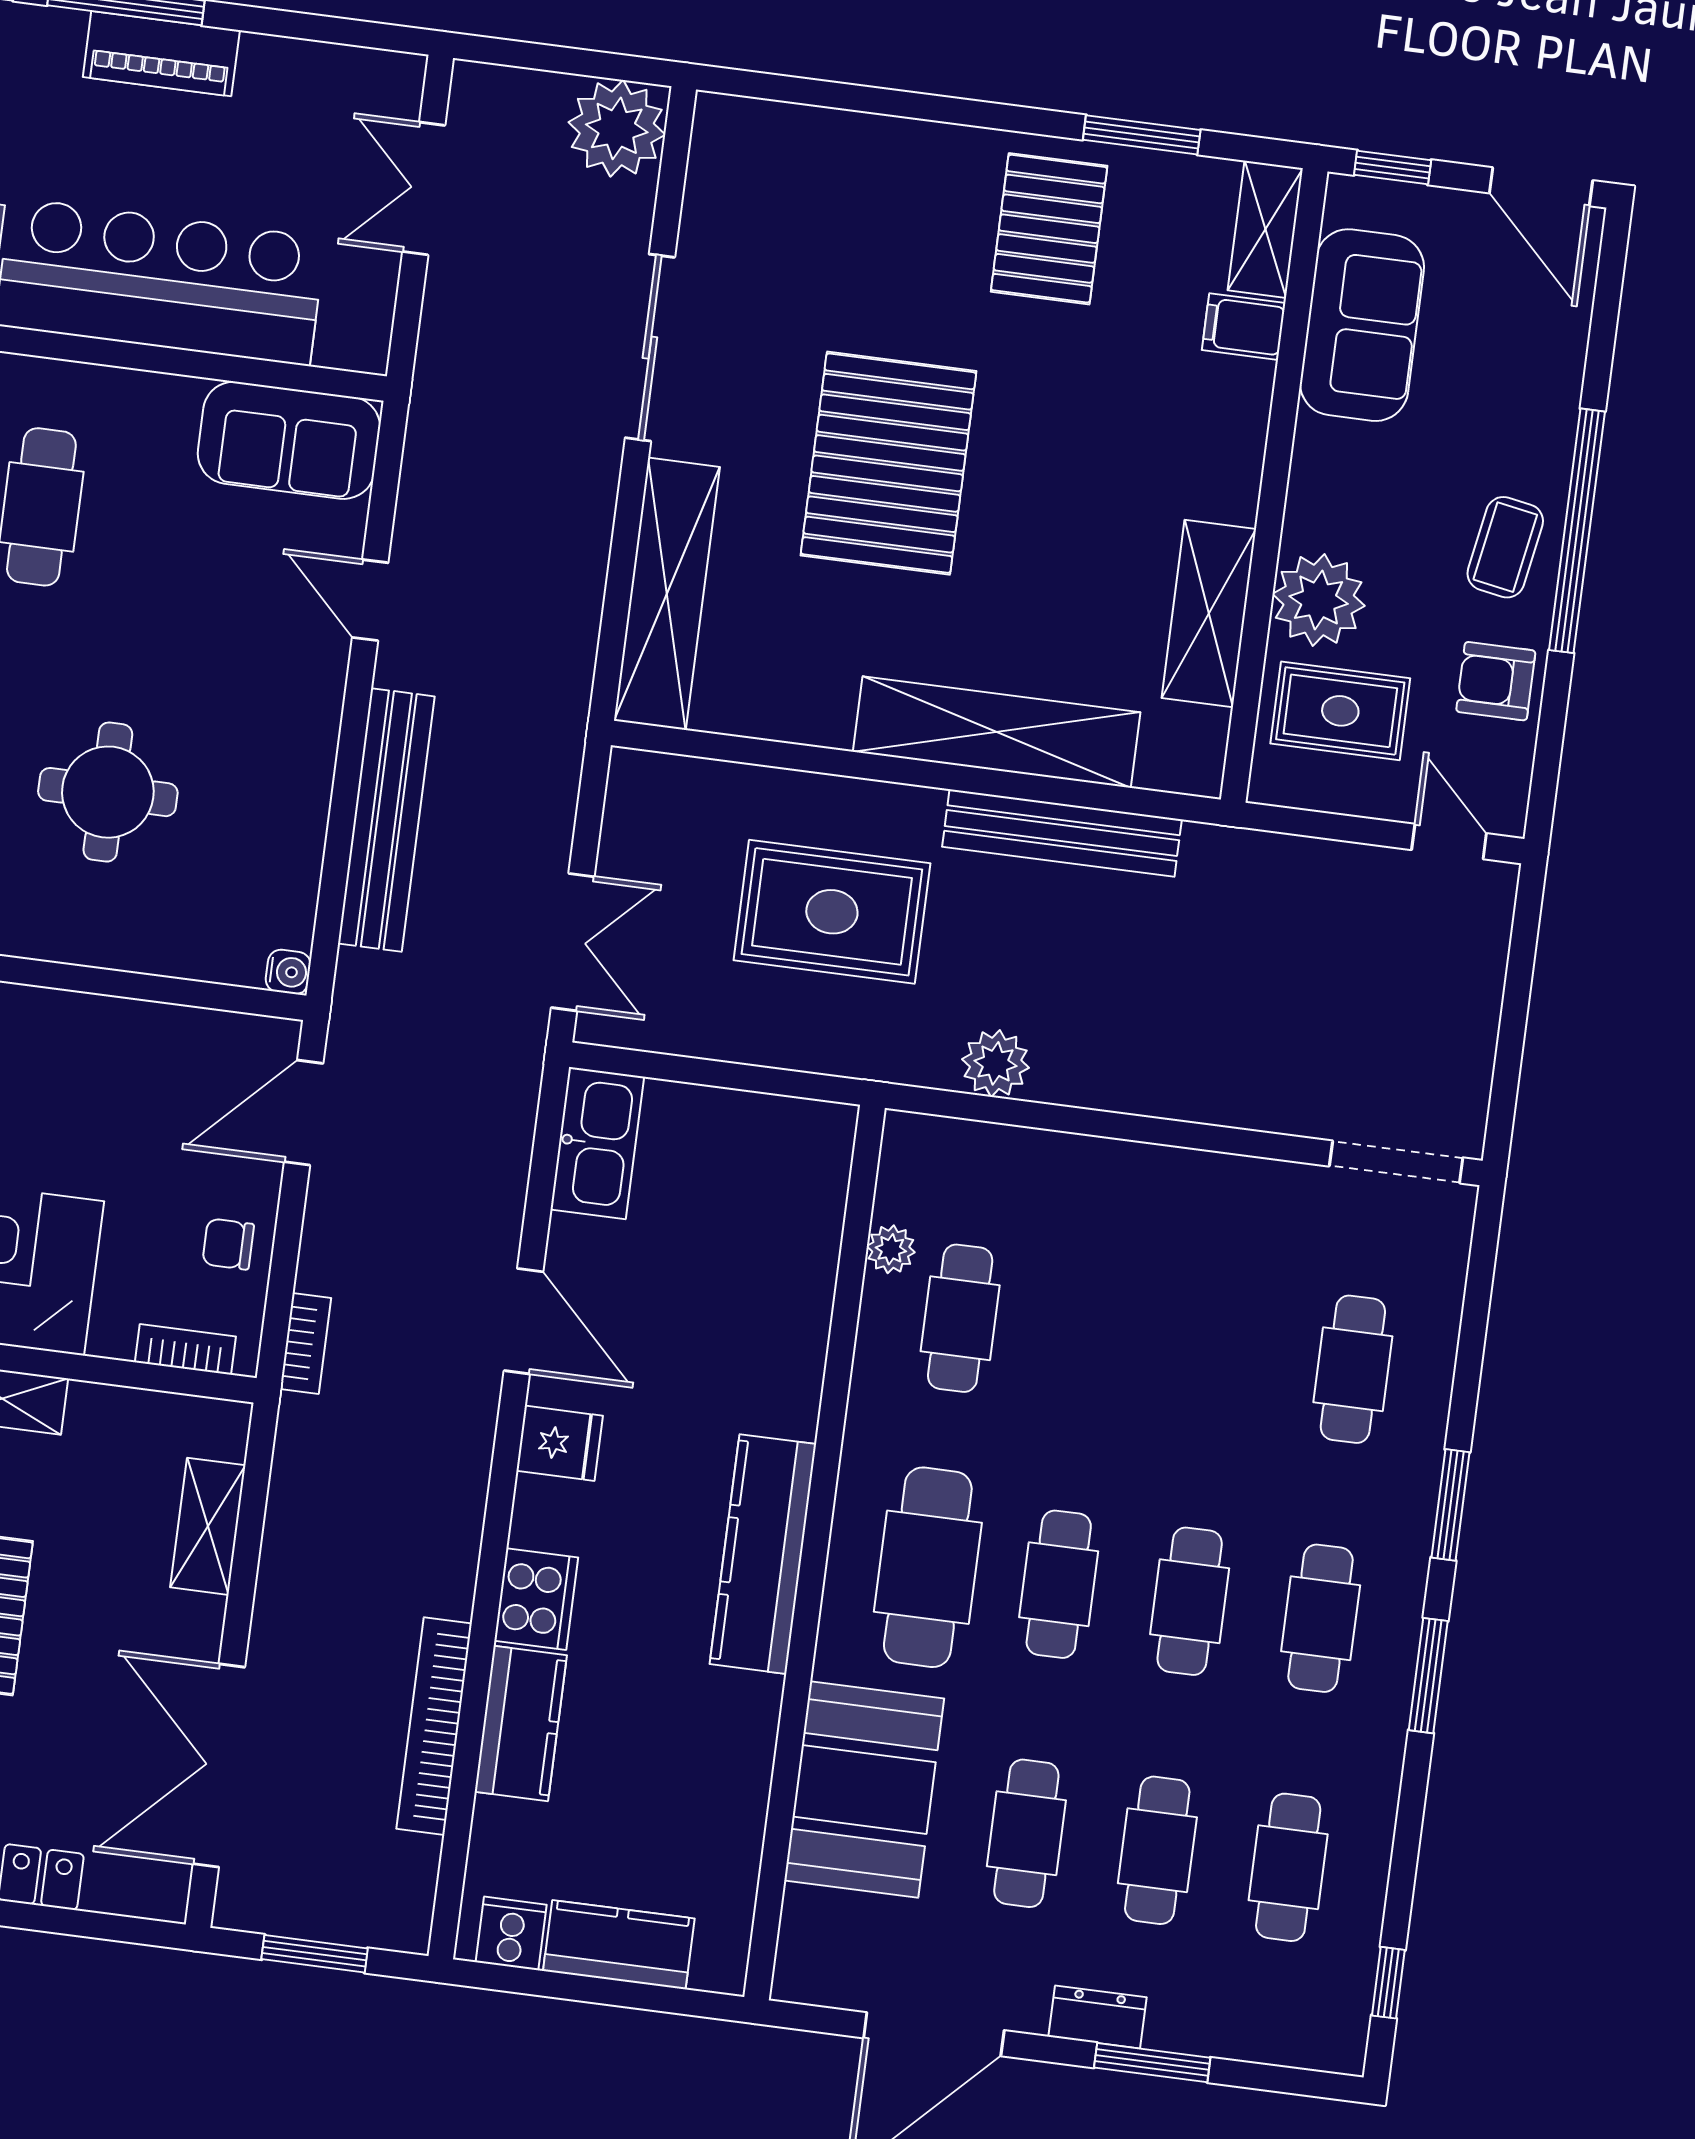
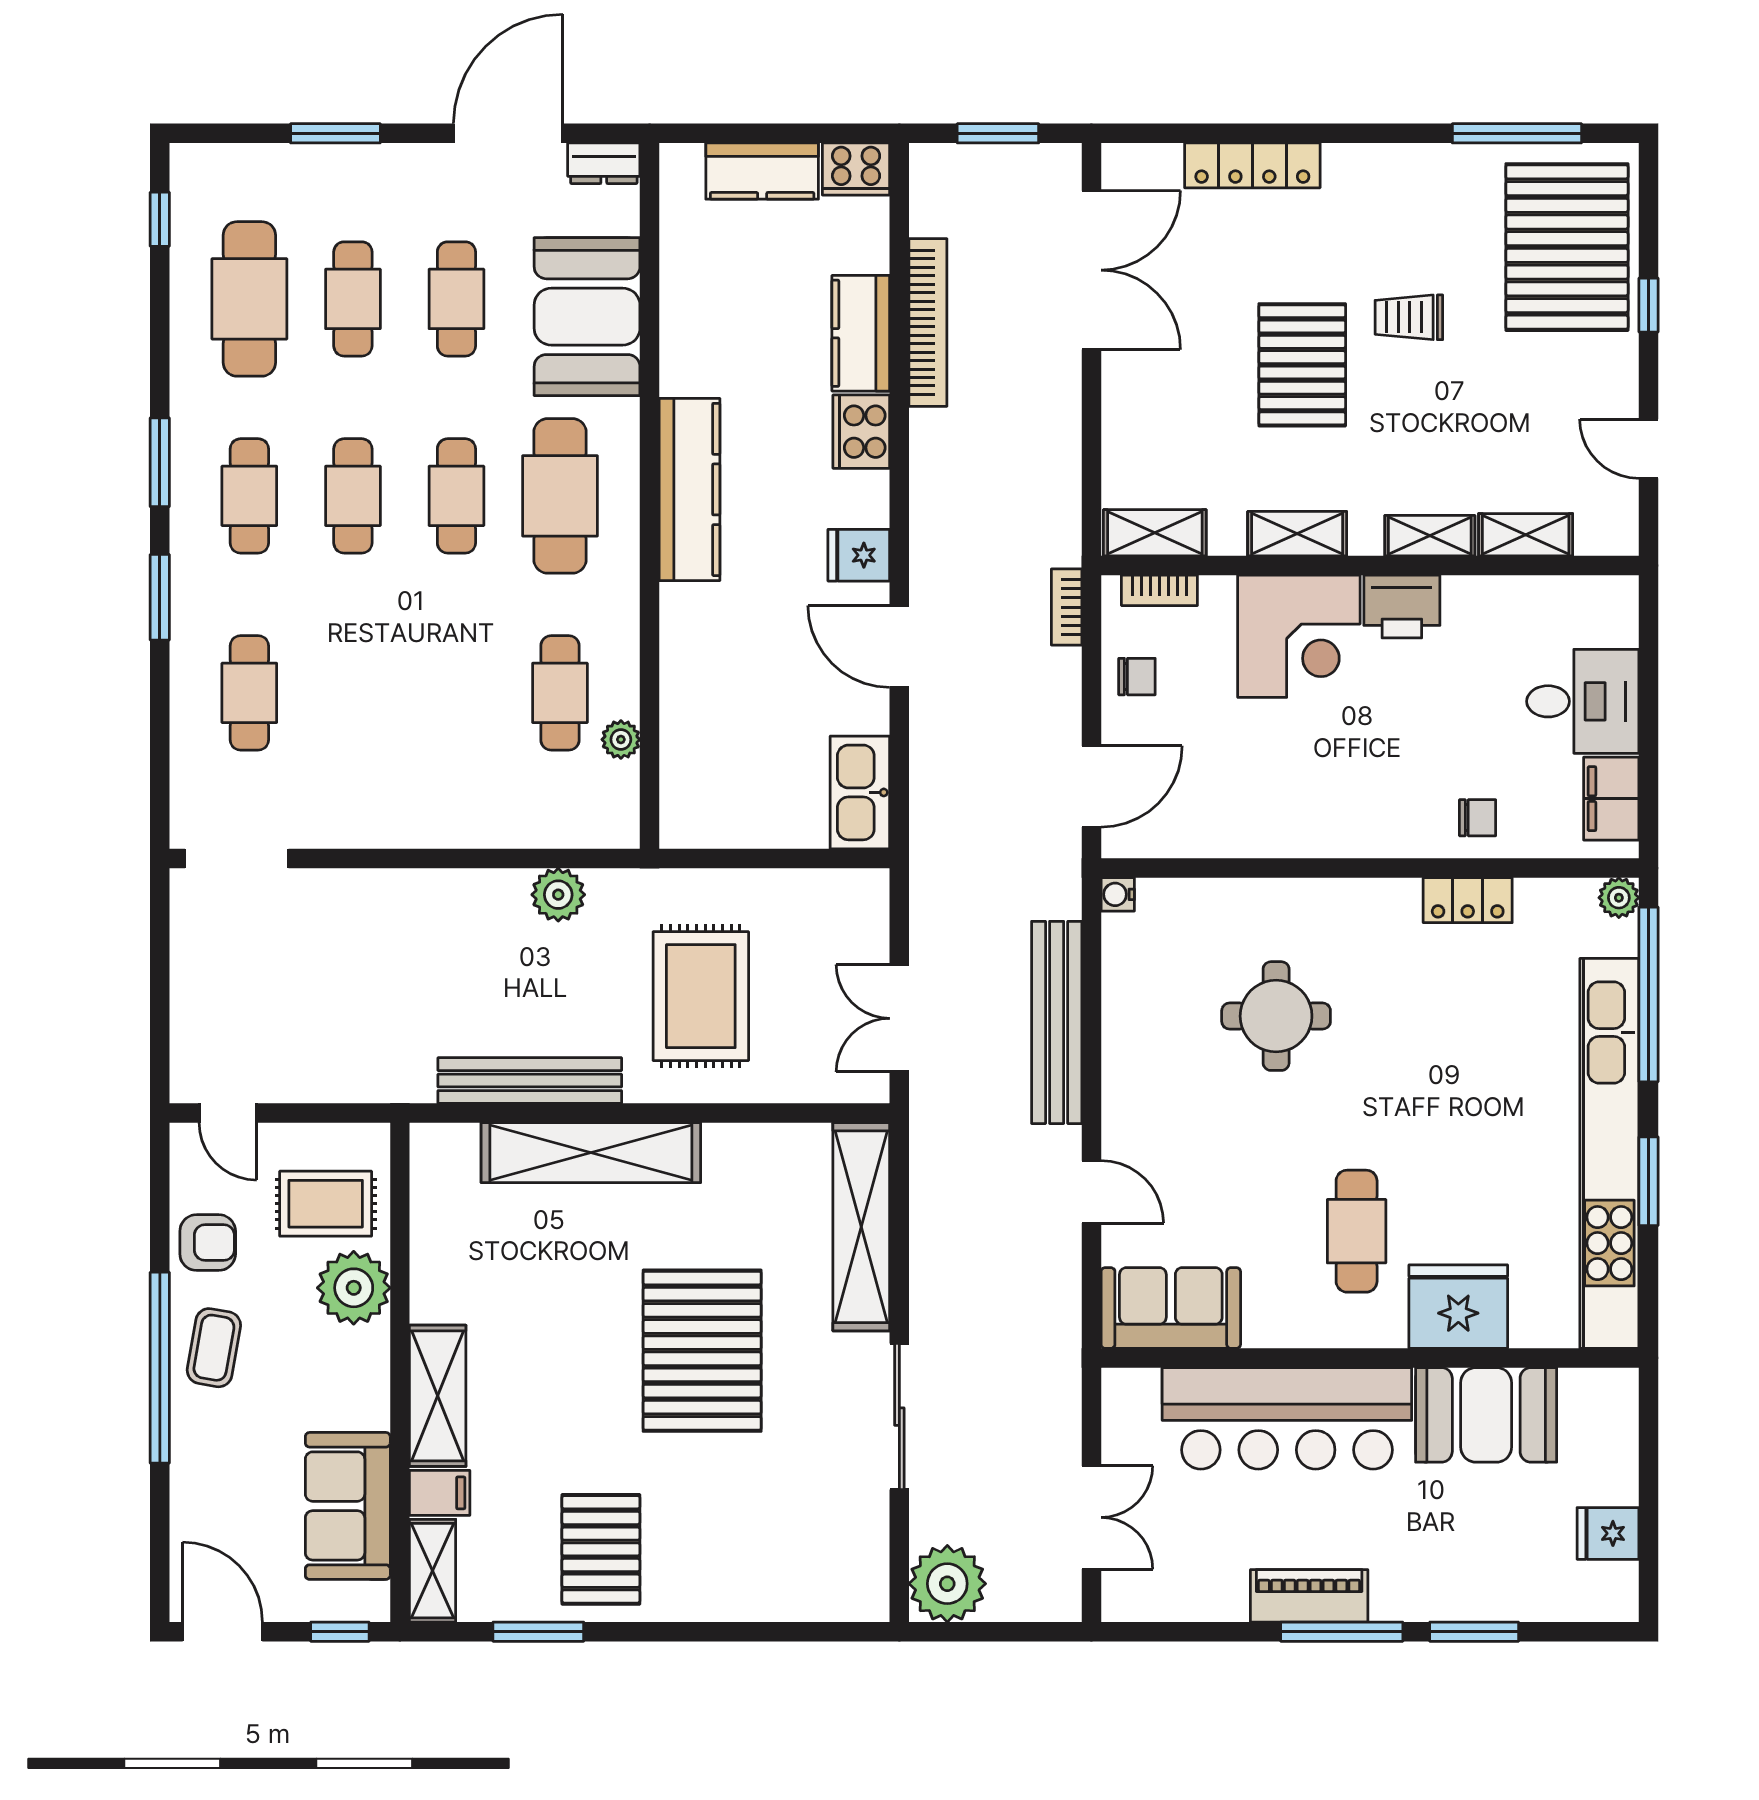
shelving: (1209, 613) -> (438, 1396), moved
rug: (832, 912) -> (701, 996), turned 90
double door: (573, 942) -> (899, 1018), moved
shelving: (208, 1526) -> (1155, 533), moved, turned 90
cafe table: (1288, 1867) -> (249, 299), width x1.37, depth x1.35
cooker: (511, 1933) -> (856, 169), width x1.36
dresser: (1098, 2017) -> (604, 163), moved

